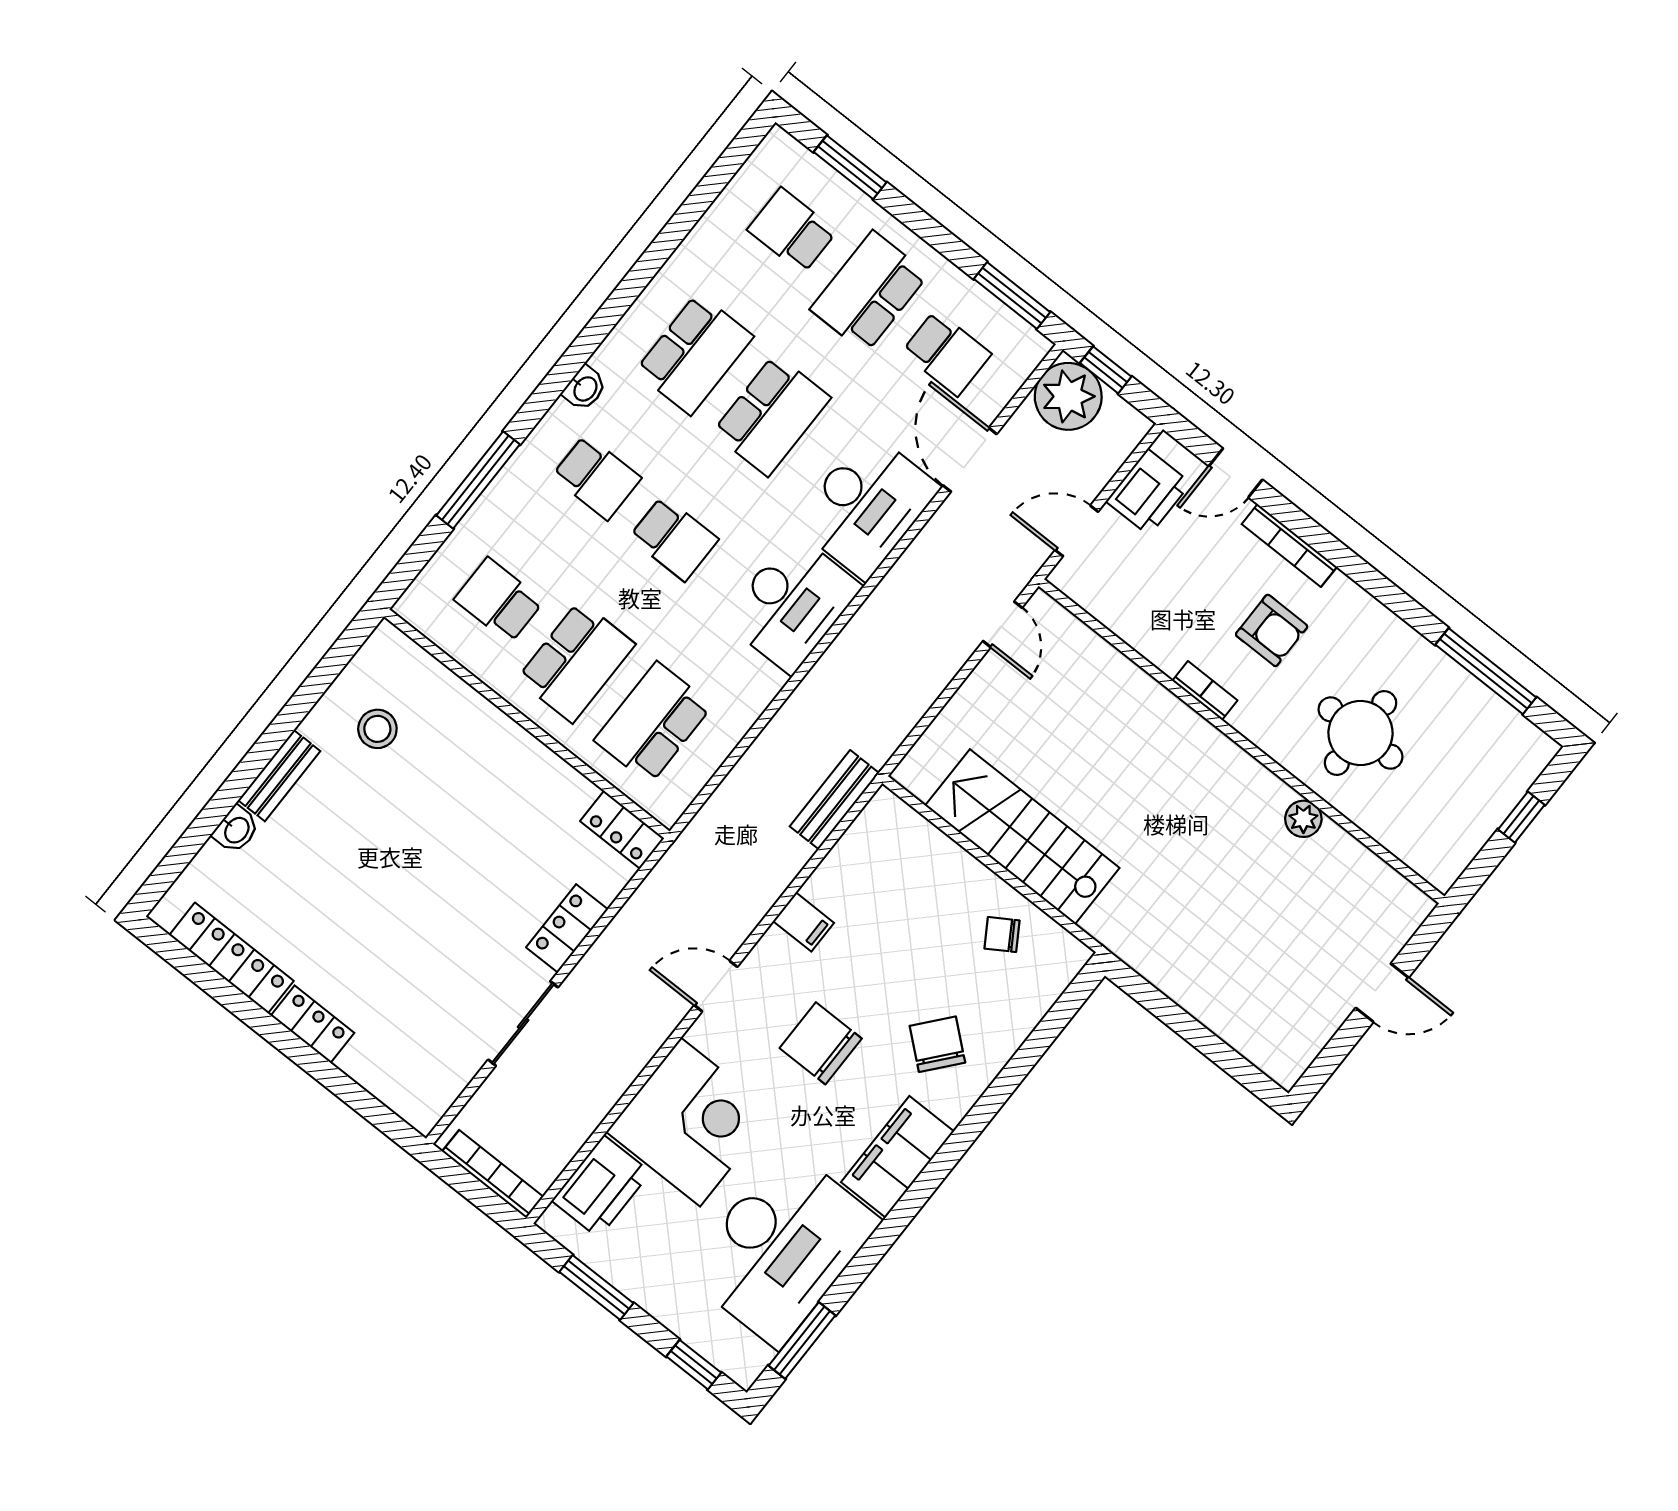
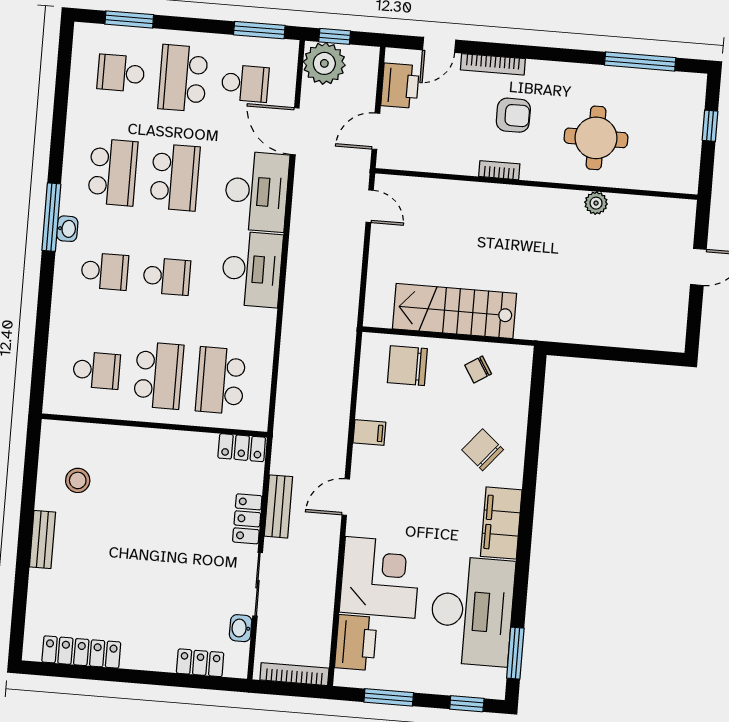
window: (478, 480) -> (51, 217), moved
school desk: (499, 600) -> (96, 370), turned 180
bench: (834, 800) -> (278, 506), moved
washbasin: (236, 830) -> (241, 628), moved, turned 180
locker: (312, 1024) -> (200, 663), moved
chair: (821, 1043) -> (407, 366), moved

